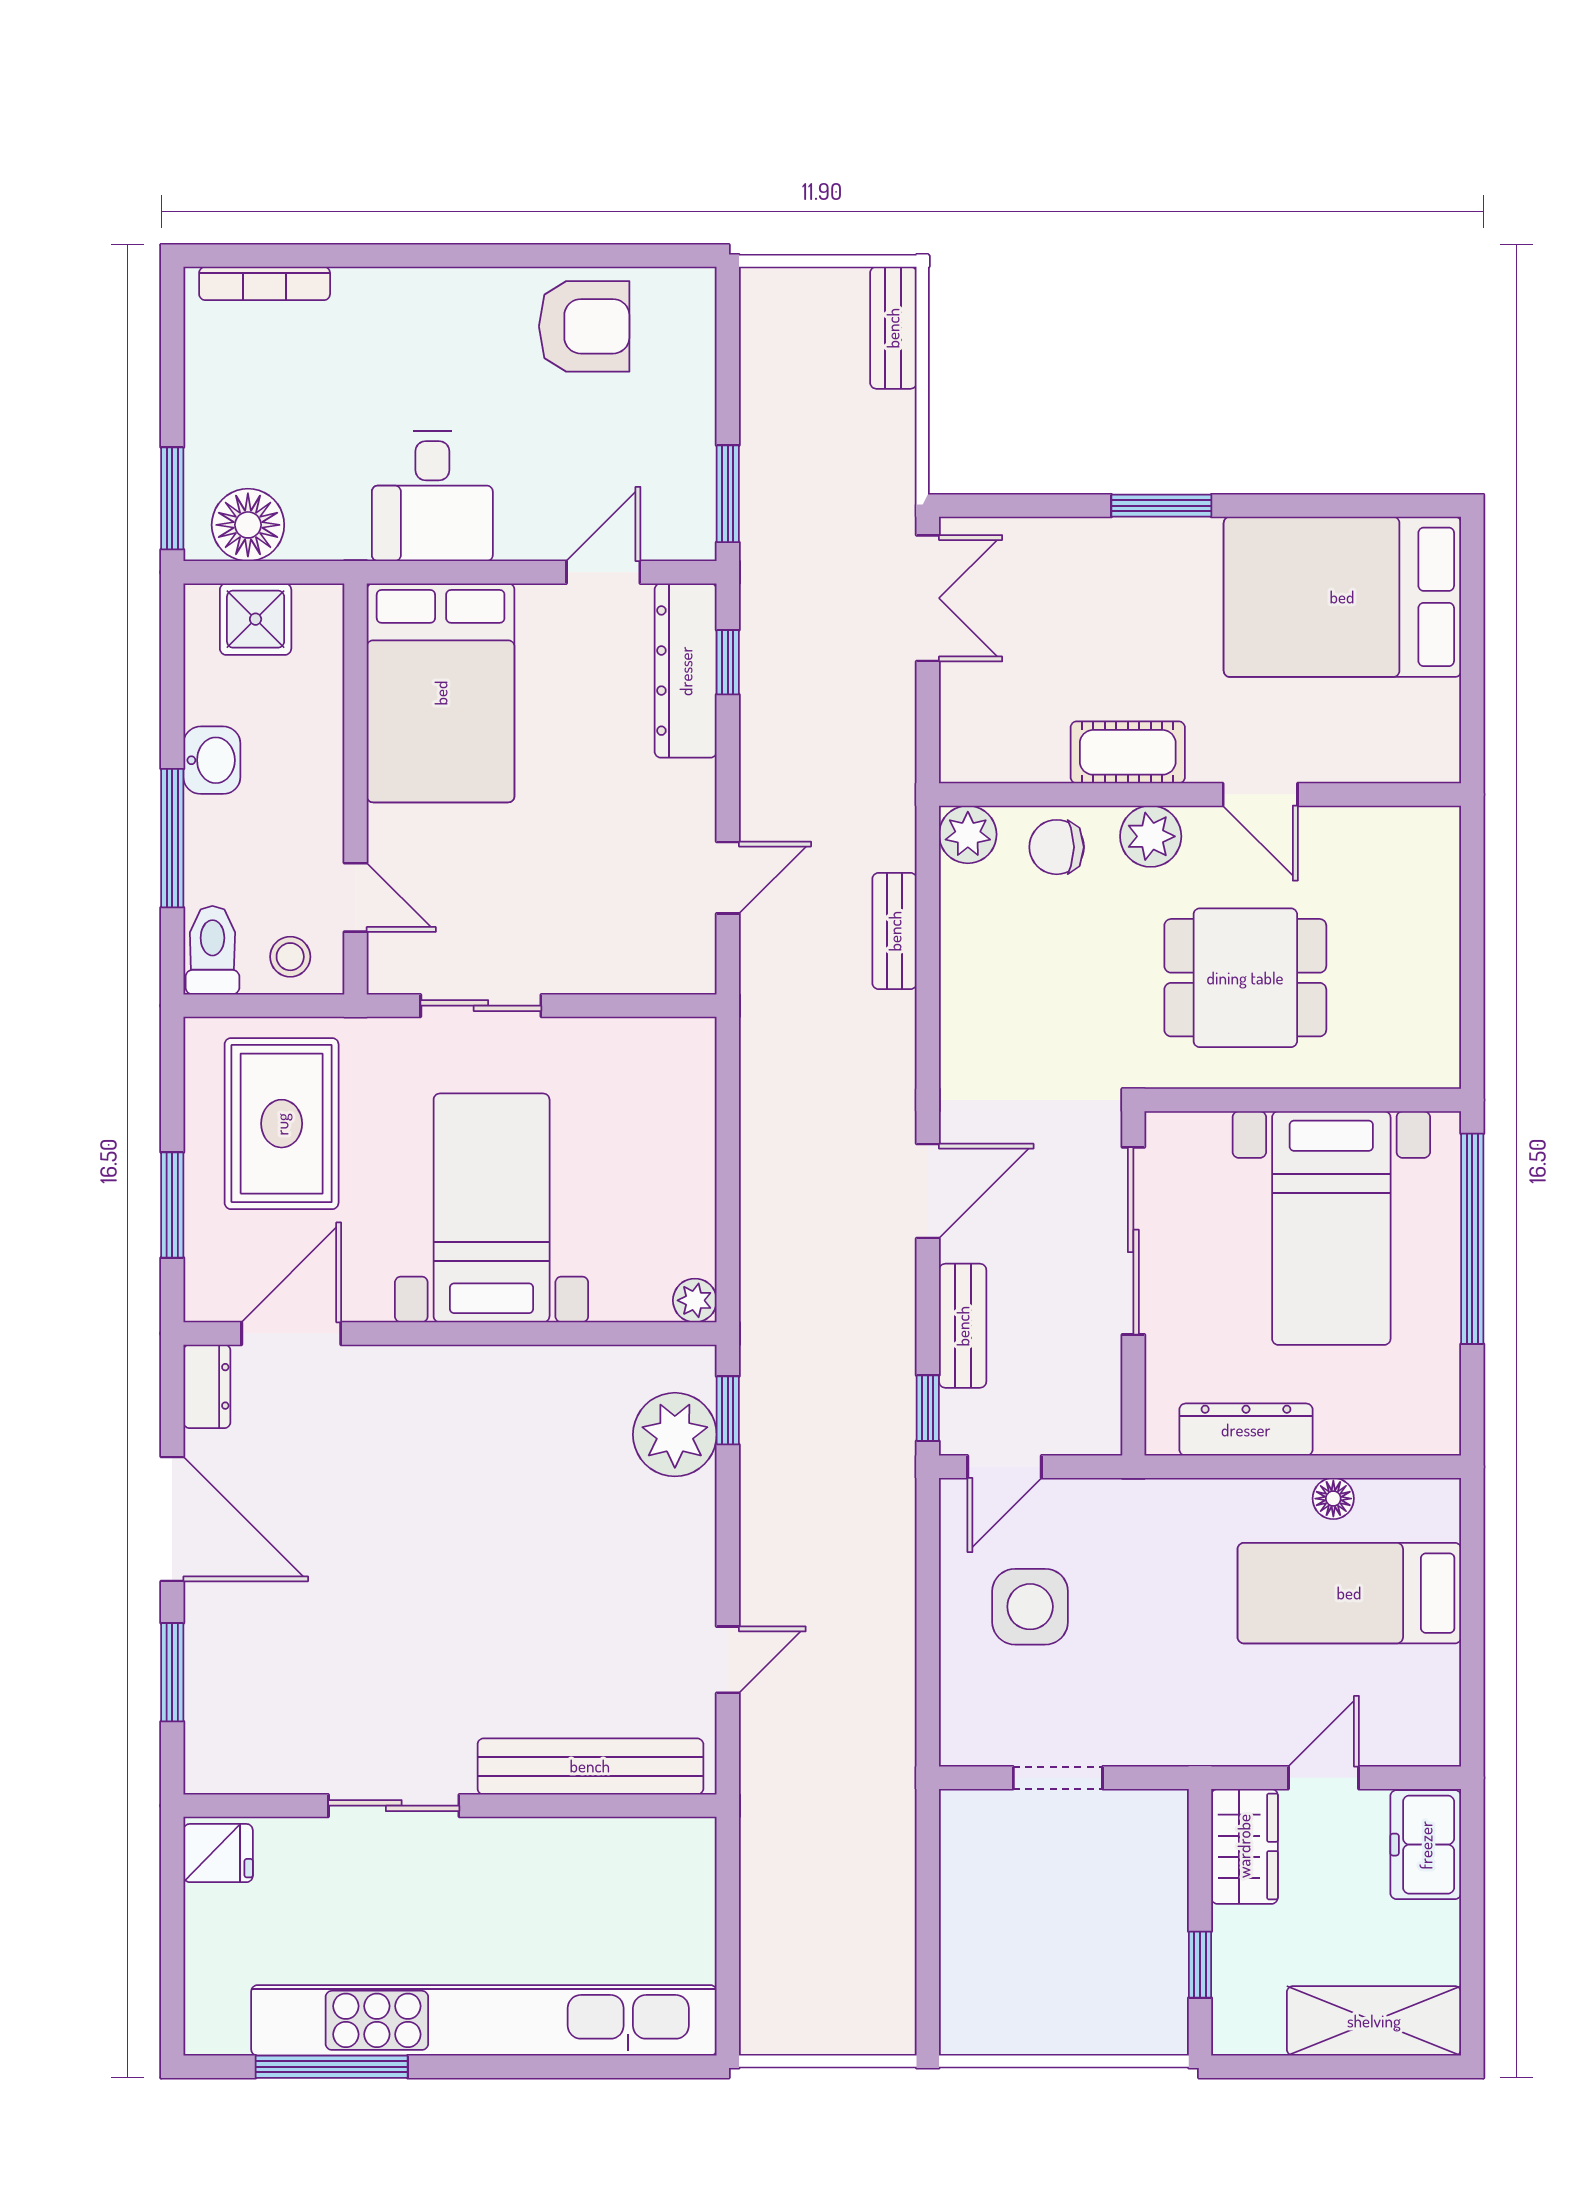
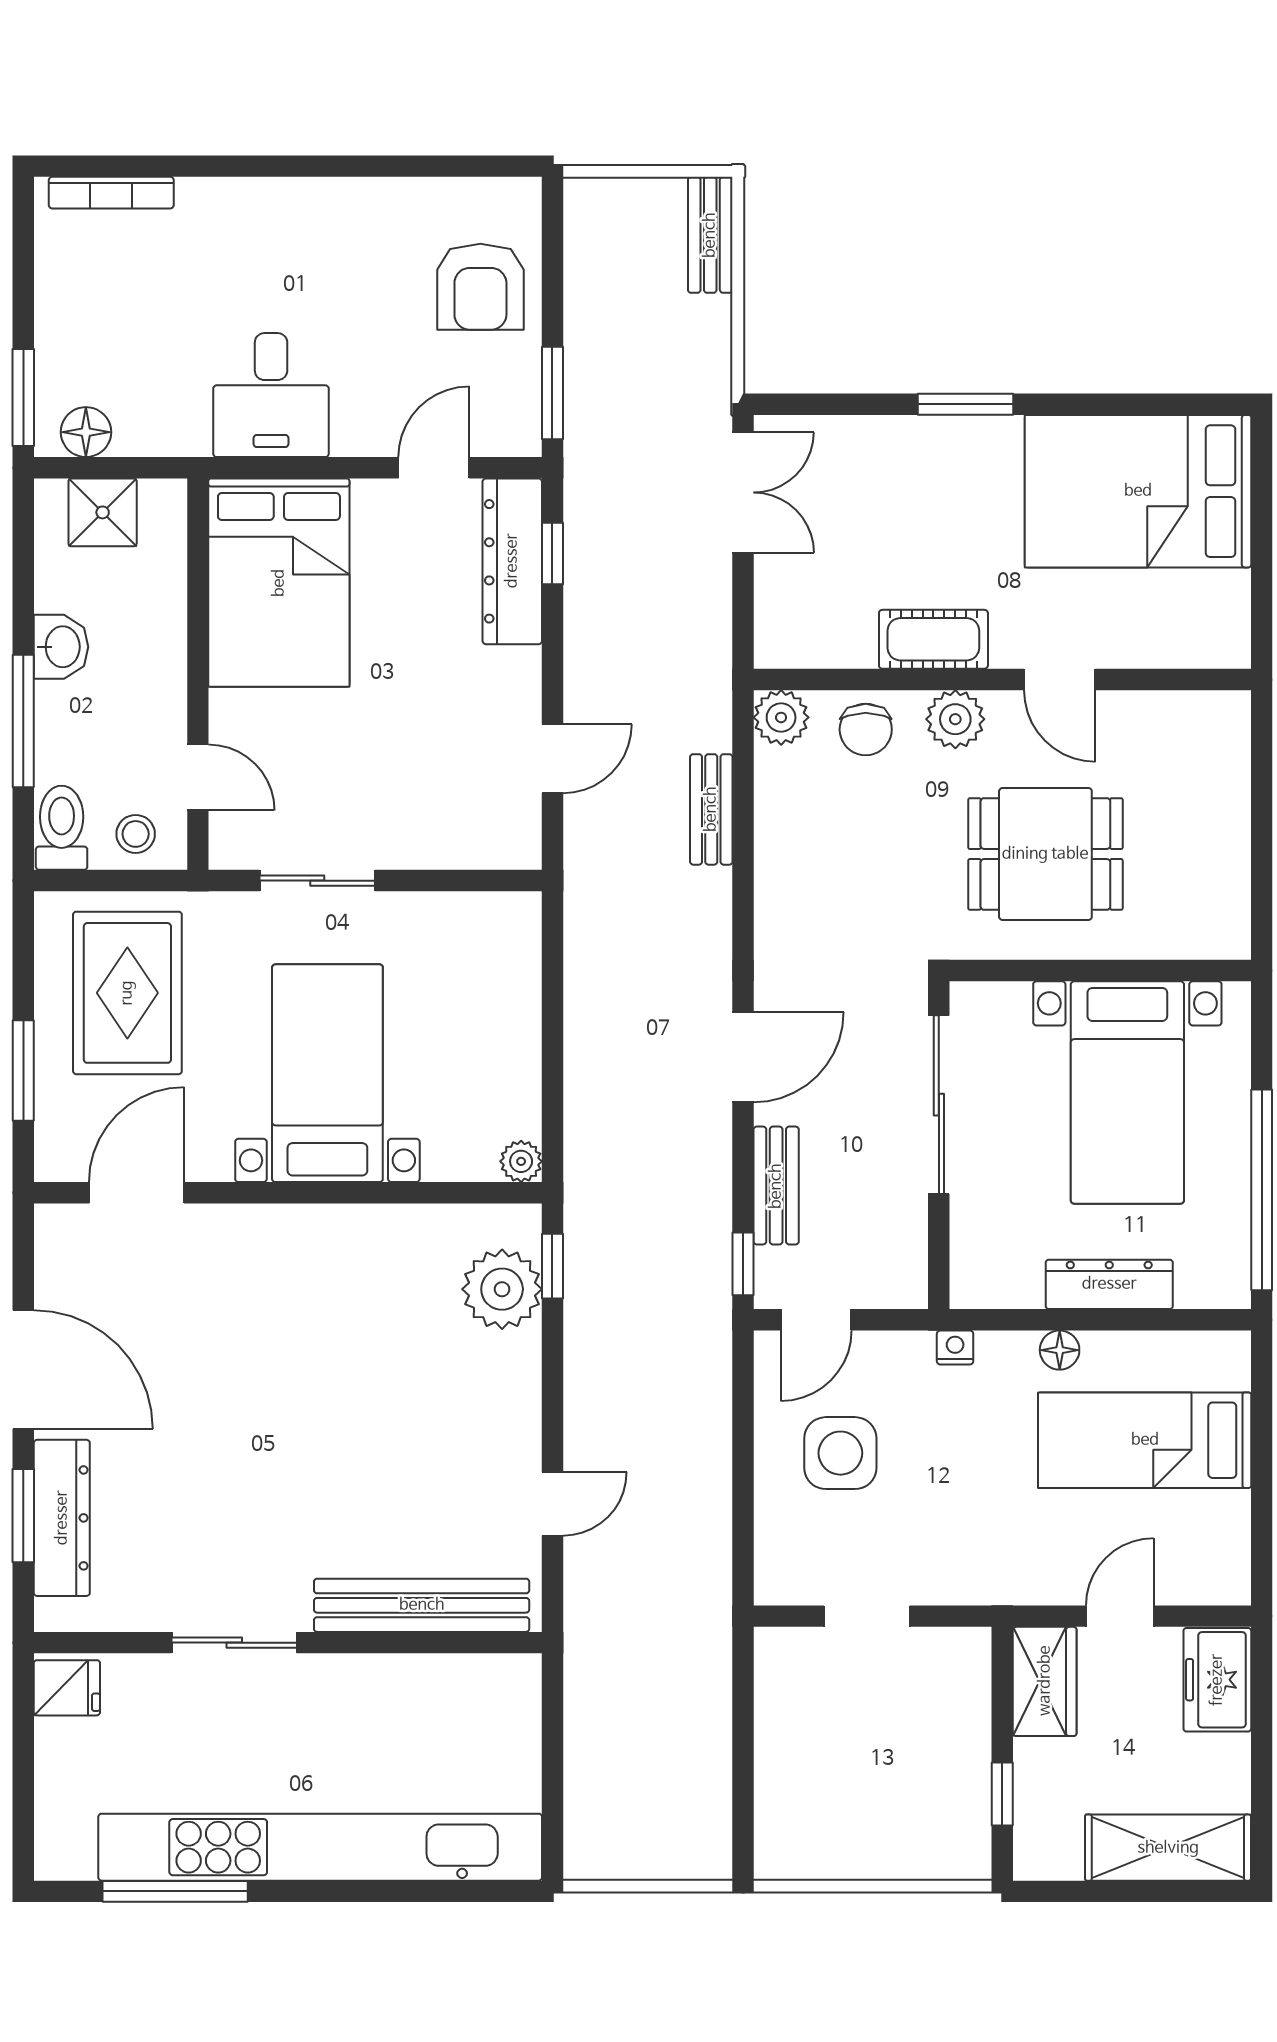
armchair: (584, 326) -> (480, 287), moved, turned 90
floor lamp: (248, 525) -> (86, 432), width x0.73, depth x0.73
chair: (1057, 847) -> (866, 729), turned -90
window: (1472, 1239) -> (1262, 1190), moved
dresser: (207, 1386) -> (62, 1518), moved, width x1.96, depth x1.24
dresser: (1246, 1430) -> (1109, 1284), moved
nightstand: (1150, 1496) -> (955, 1347), added
floor lamp: (1333, 1499) -> (1060, 1350), moved

